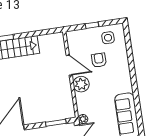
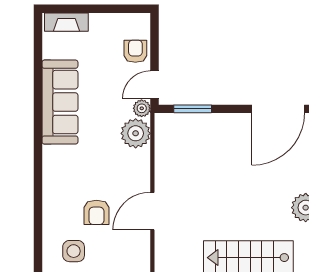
door: (69, 65) -> (152, 211), hinge flipped
plant: (81, 84) -> (136, 133), moved

